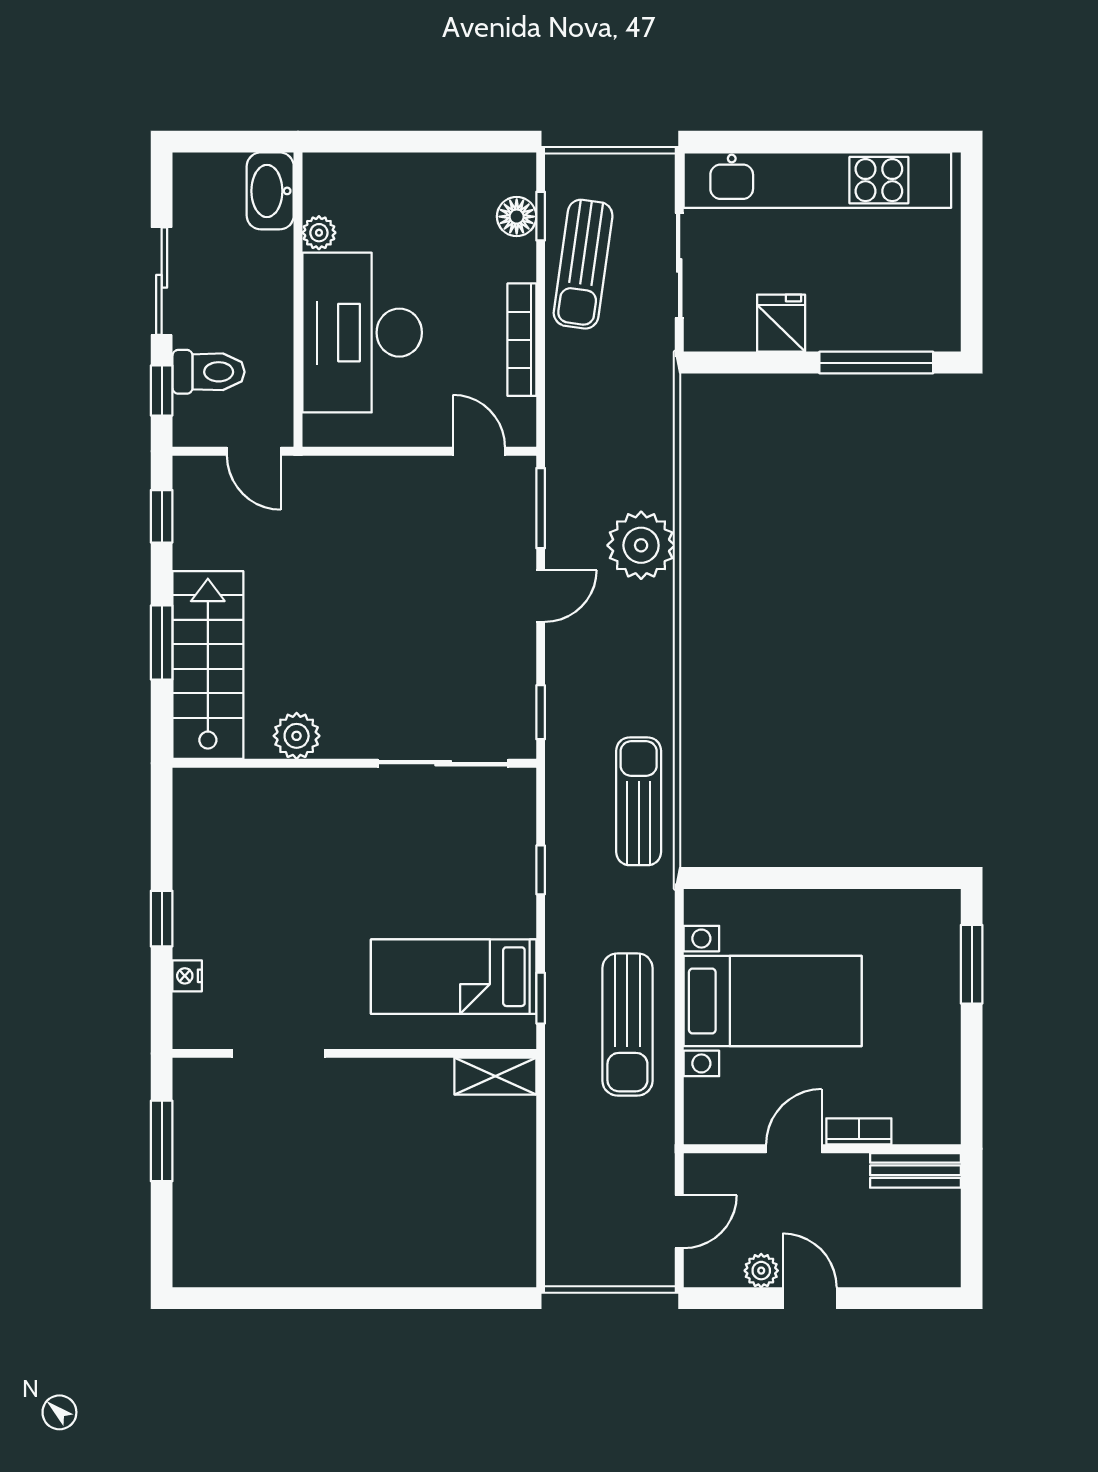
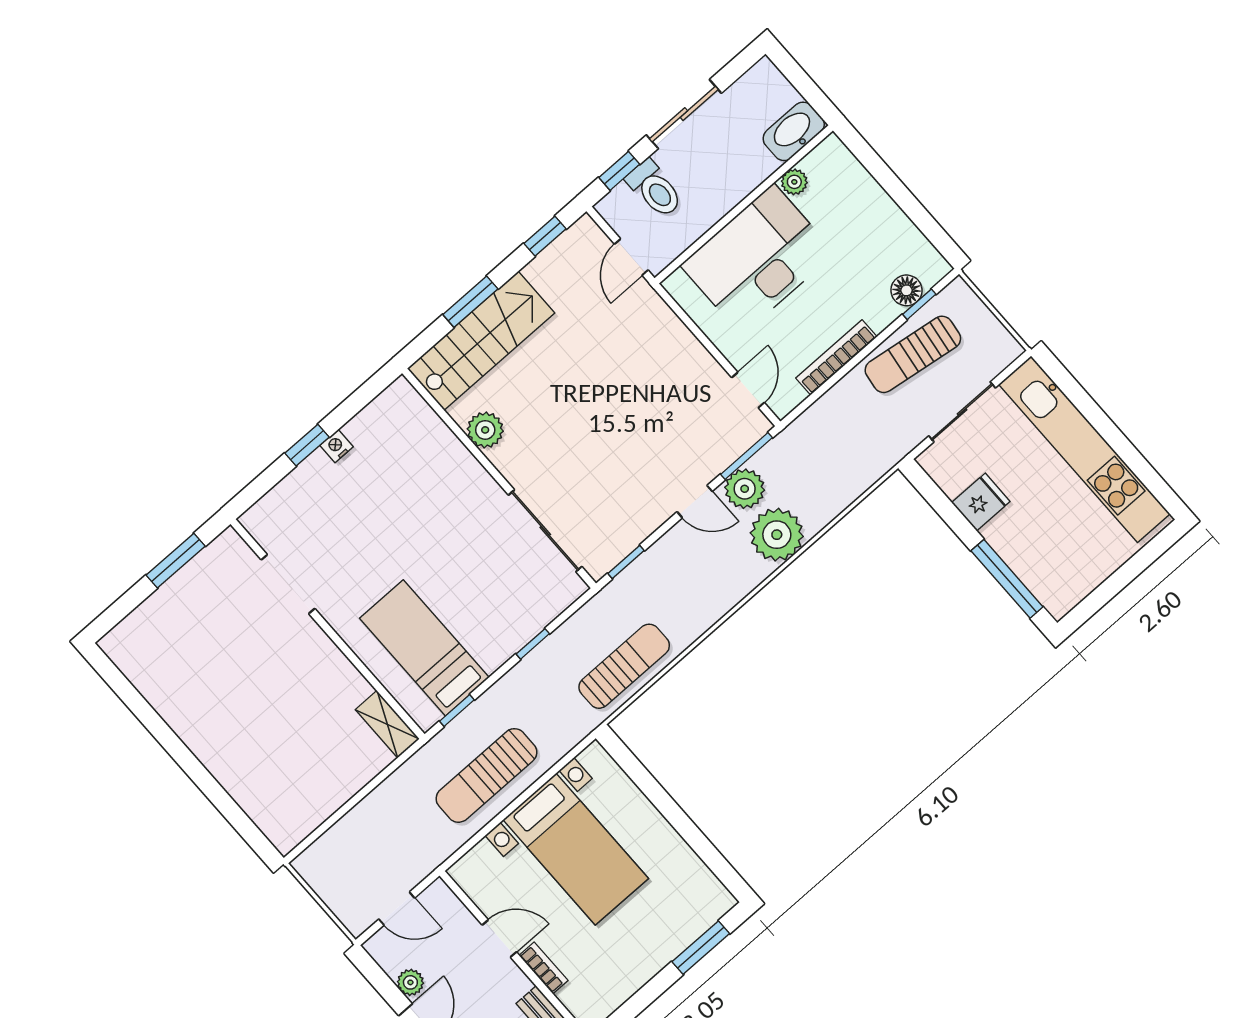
plant: (570, 537) -> (745, 489), added
nightstand: (187, 976) -> (336, 446), moved

